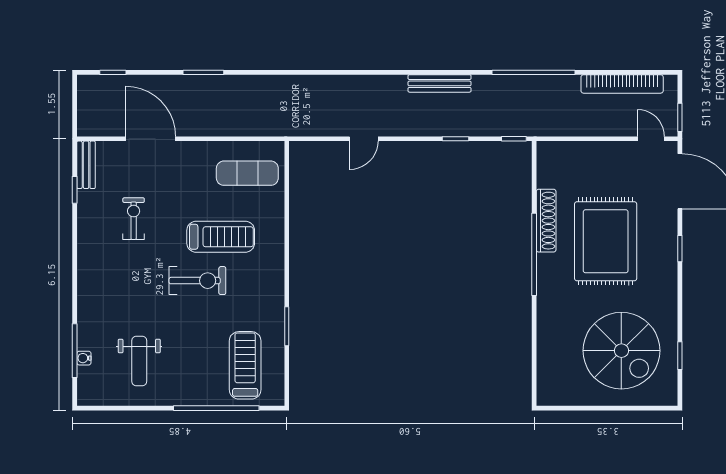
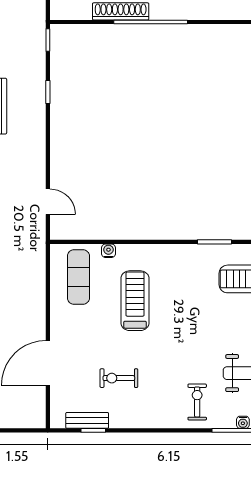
door: (364, 139) -> (48, 202), moved
bench: (86, 165) -> (87, 420), moved
water cooler: (277, 207) -> (108, 251), added
exercise bike: (197, 281) -> (197, 402), moved, width x0.73, depth x0.72

